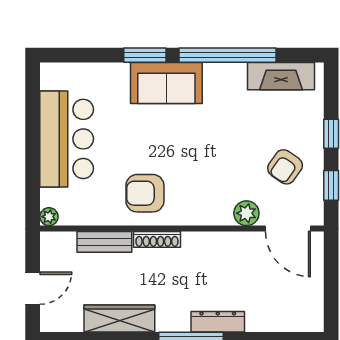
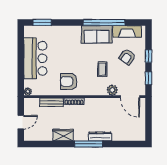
window: (145, 55) -> (42, 22), moved
sofa: (166, 83) -> (97, 34), moved
coffee table: (223, 165) -> (102, 69), added
armchair: (285, 167) -> (127, 57), moved
wardrobe: (119, 318) -> (63, 135), width x0.67

